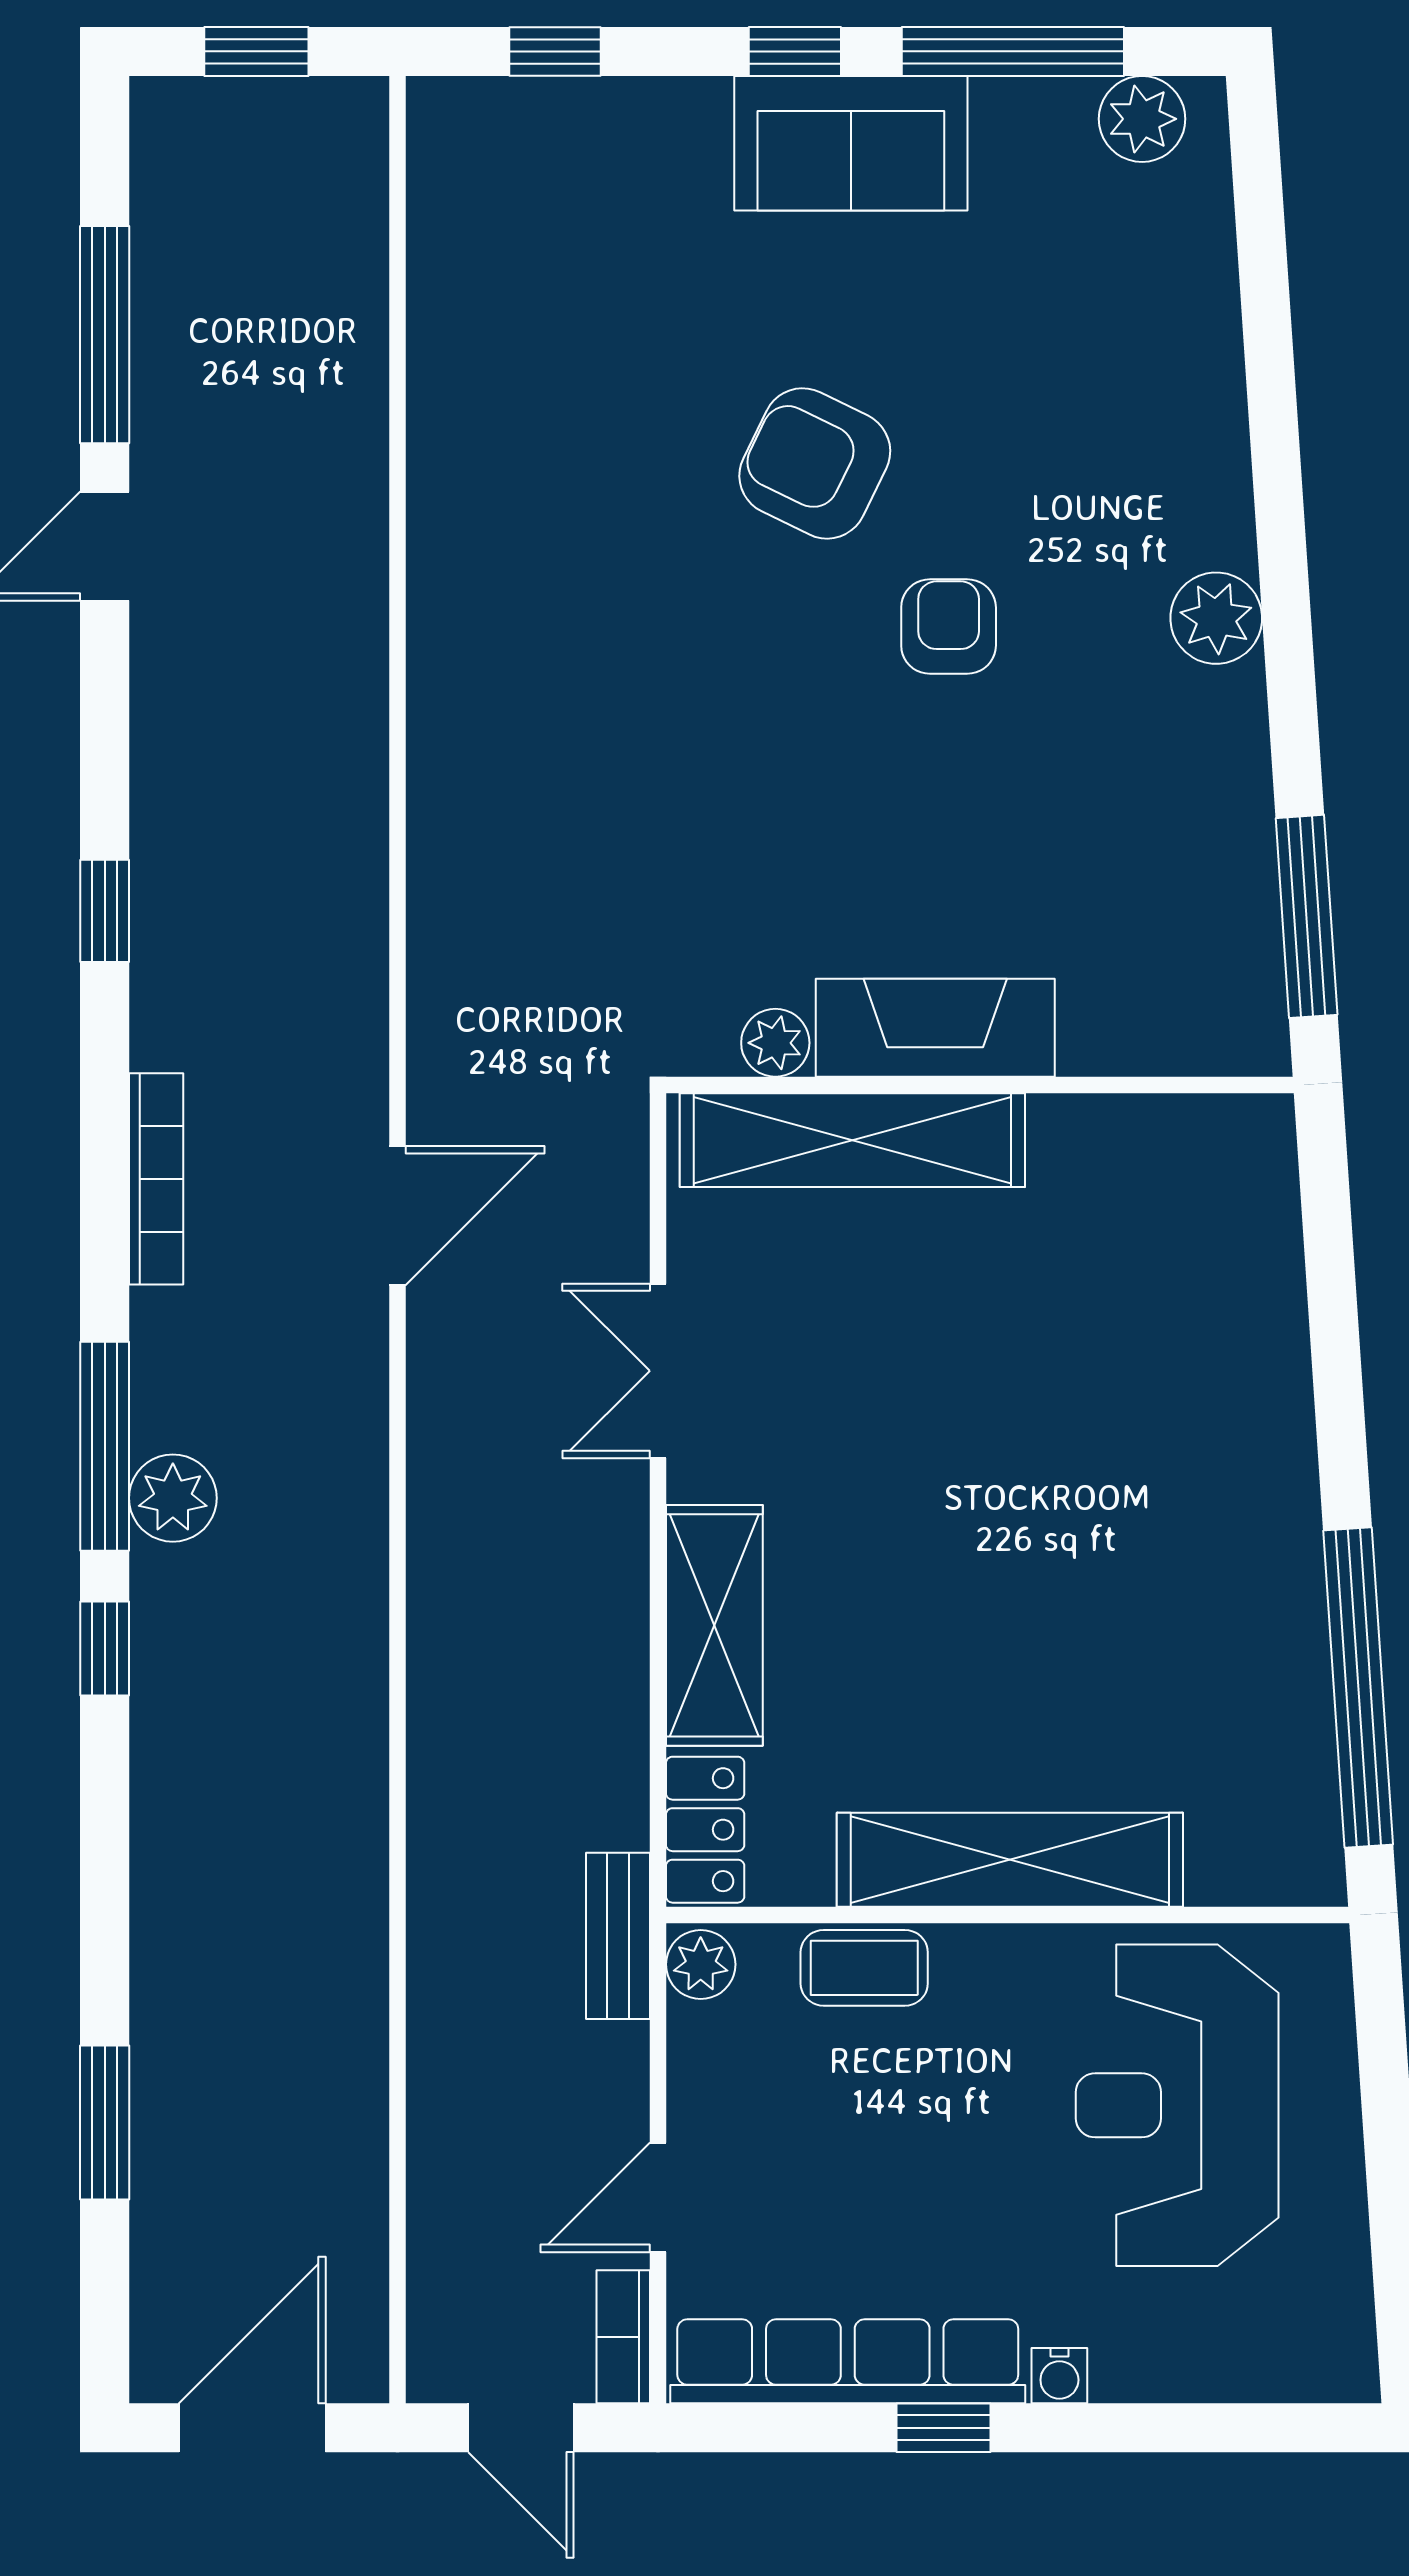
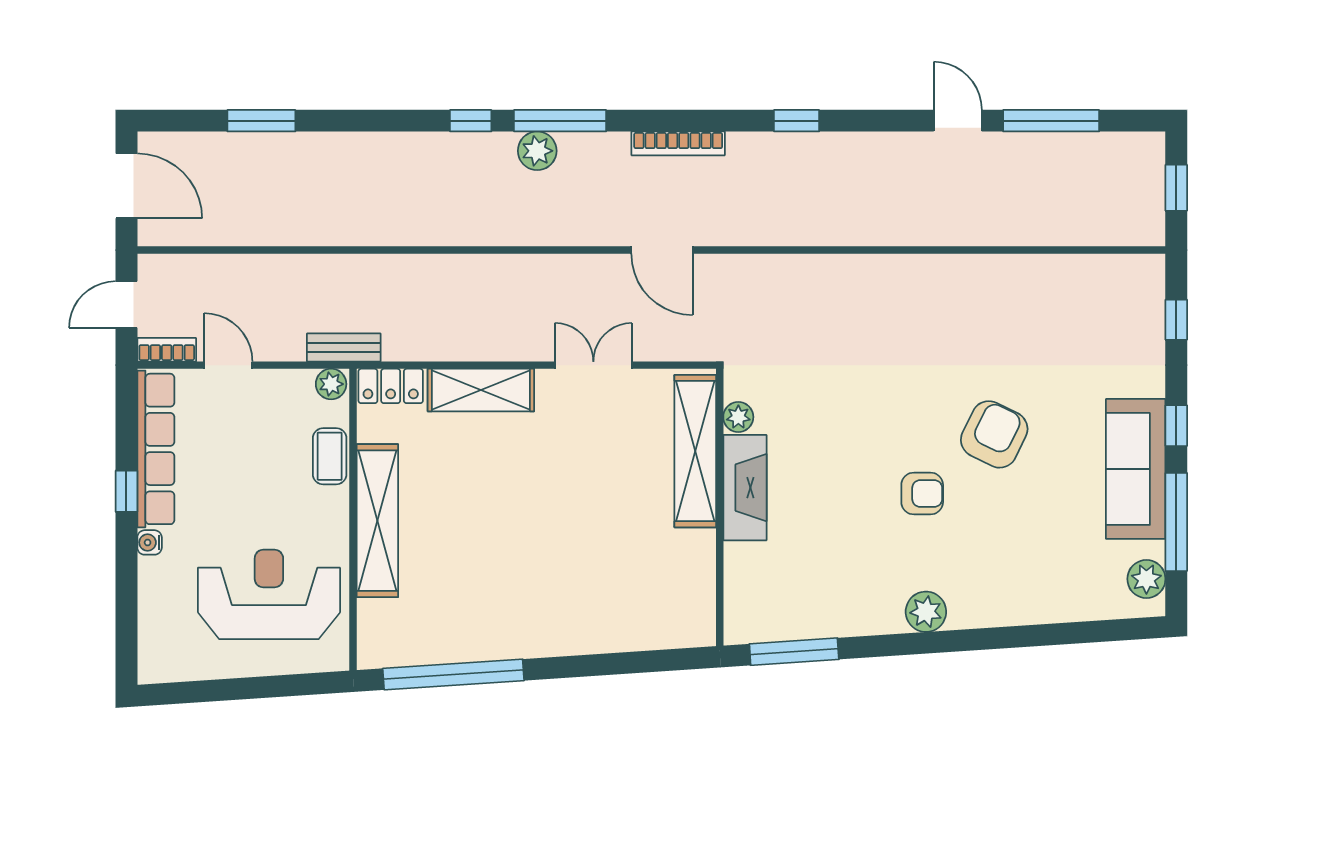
sofa: (851, 143) -> (1136, 469), width x1.36

